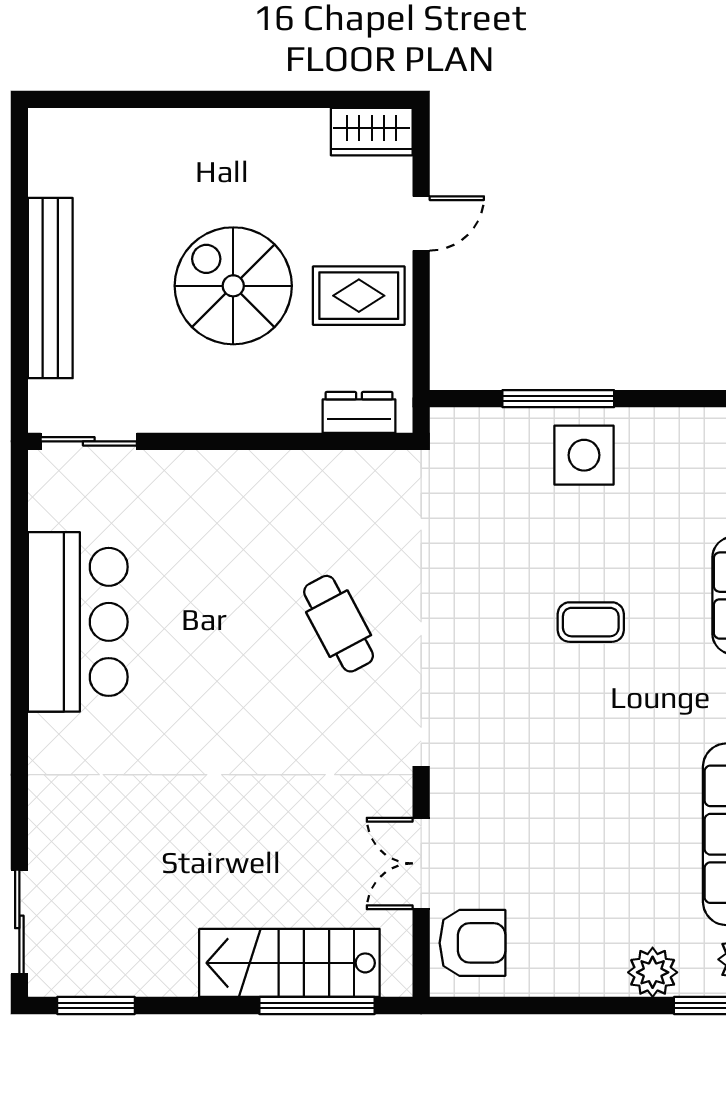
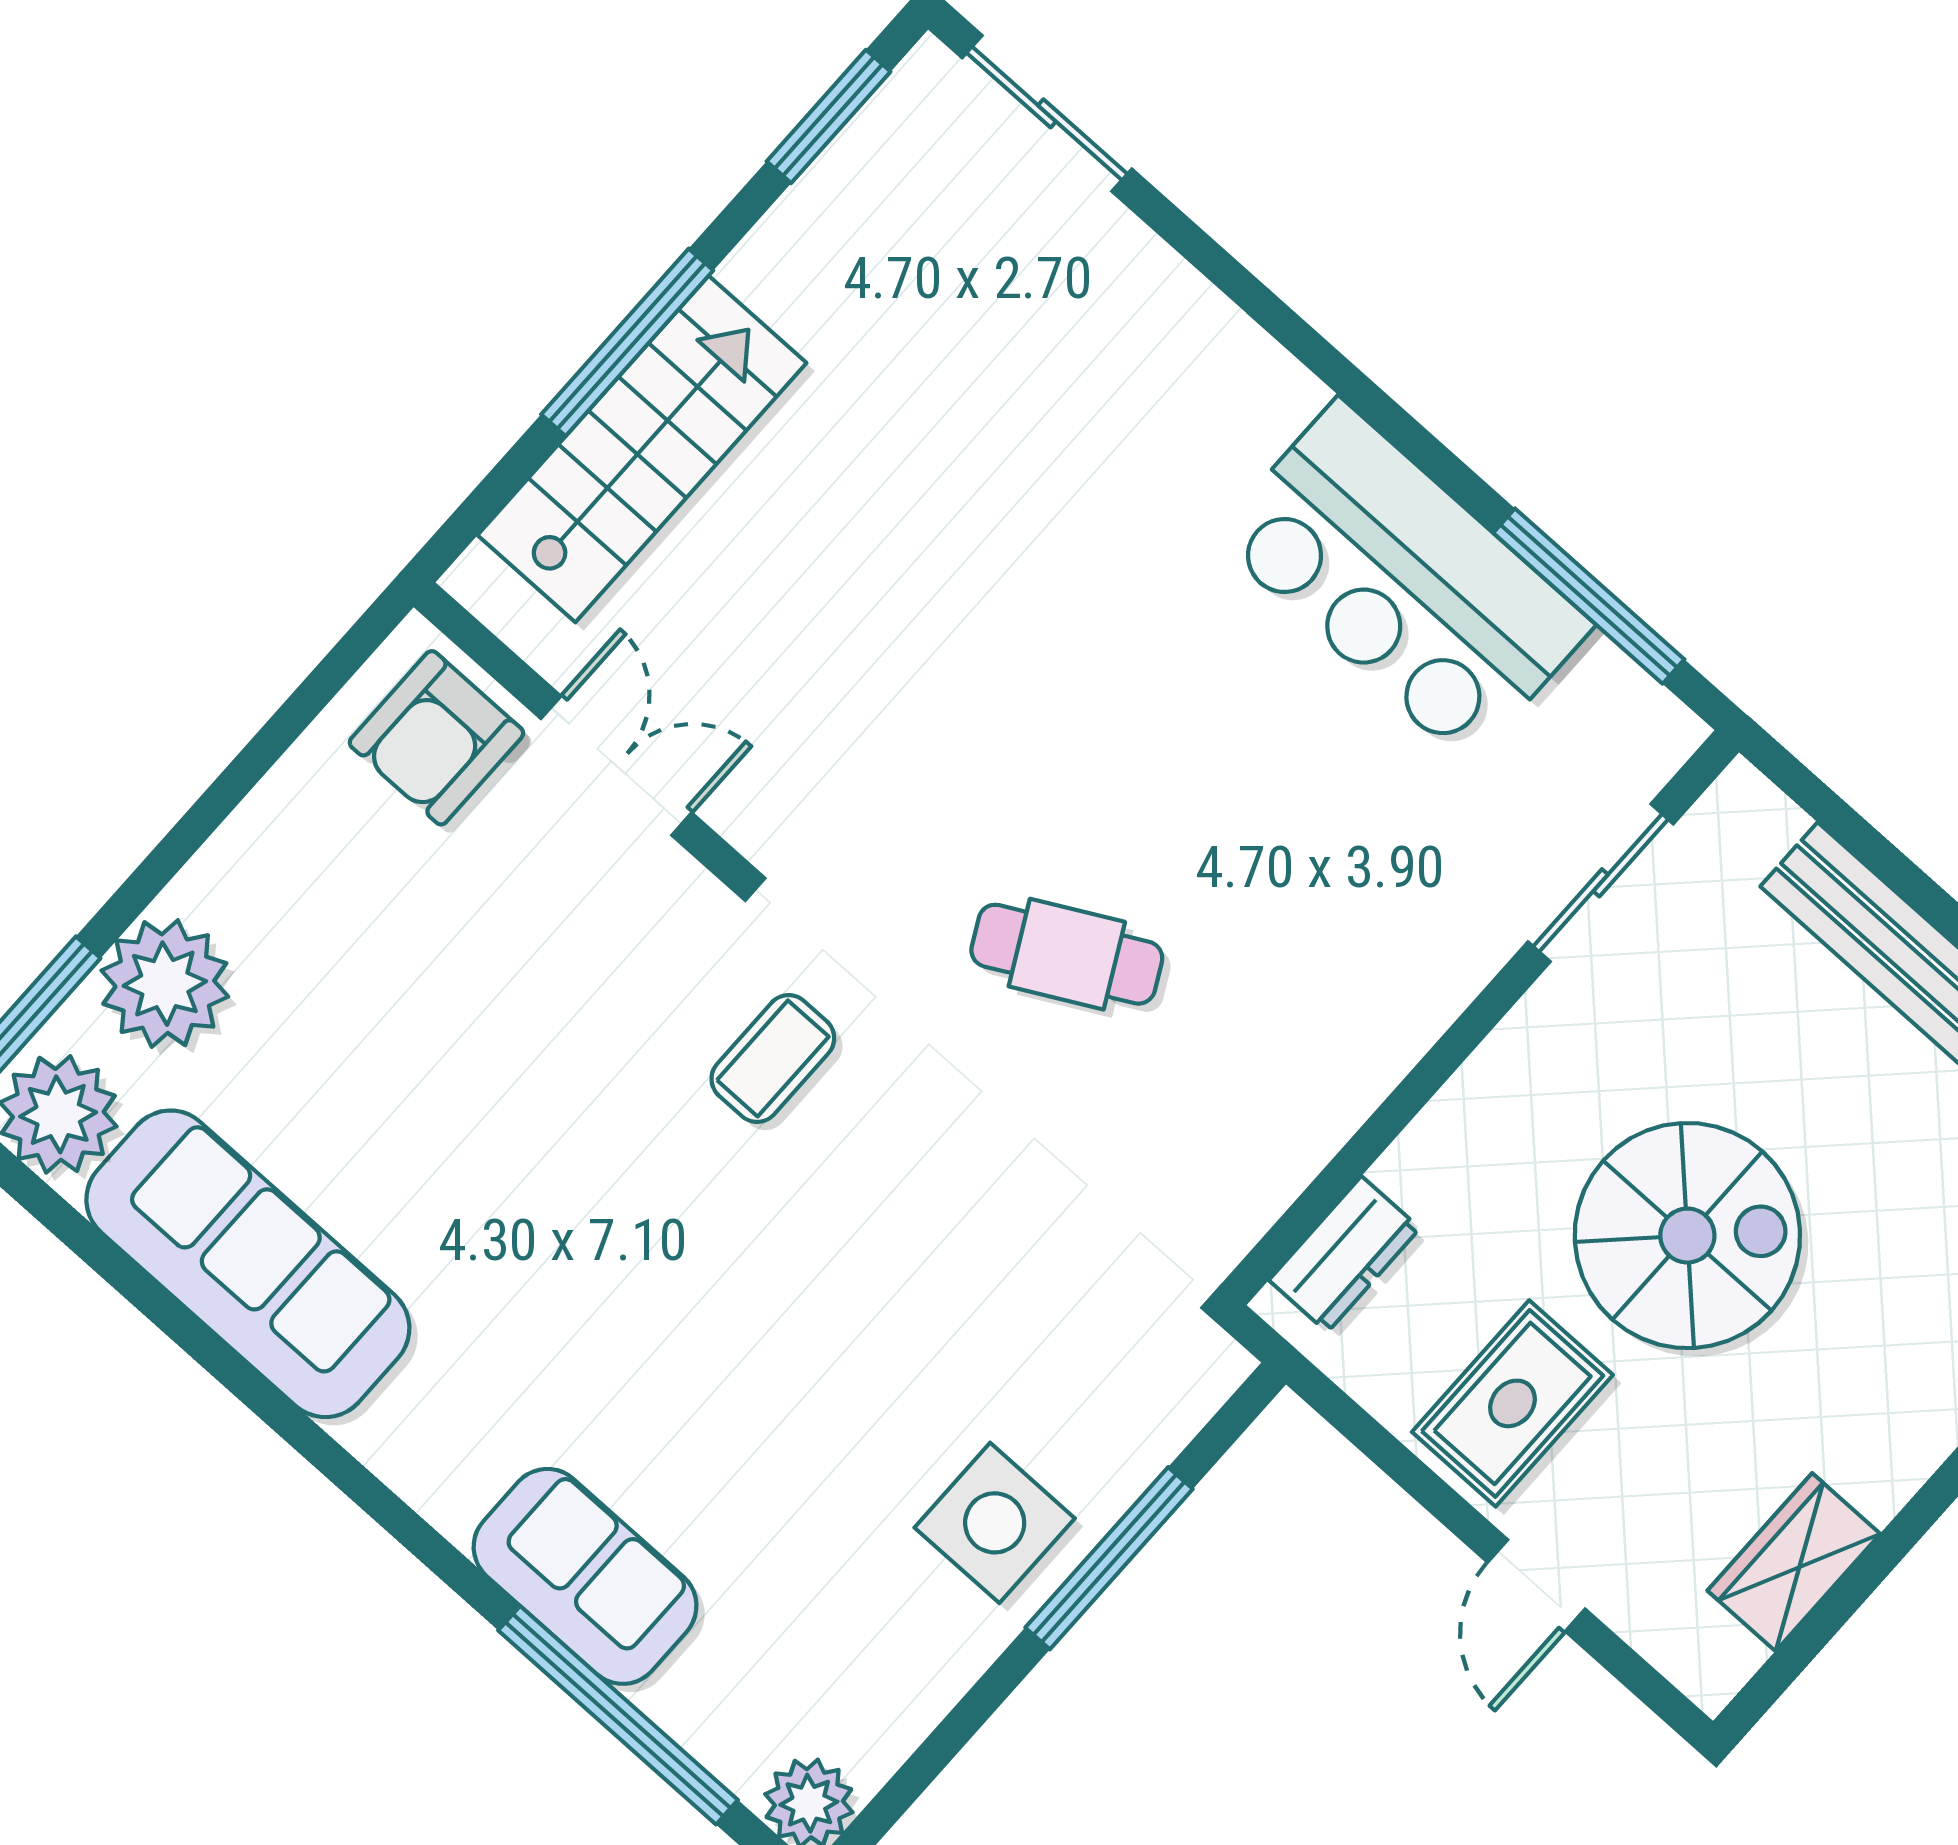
wardrobe: (372, 132) -> (1794, 1562), moved
sliding door: (89, 441) -> (1601, 883), moved
window: (19, 545) -> (1589, 596), added
coffee table: (591, 622) -> (773, 1058), moved
plant: (653, 972) -> (165, 984), width x1.36, depth x1.36
window: (317, 1006) -> (627, 342), moved

